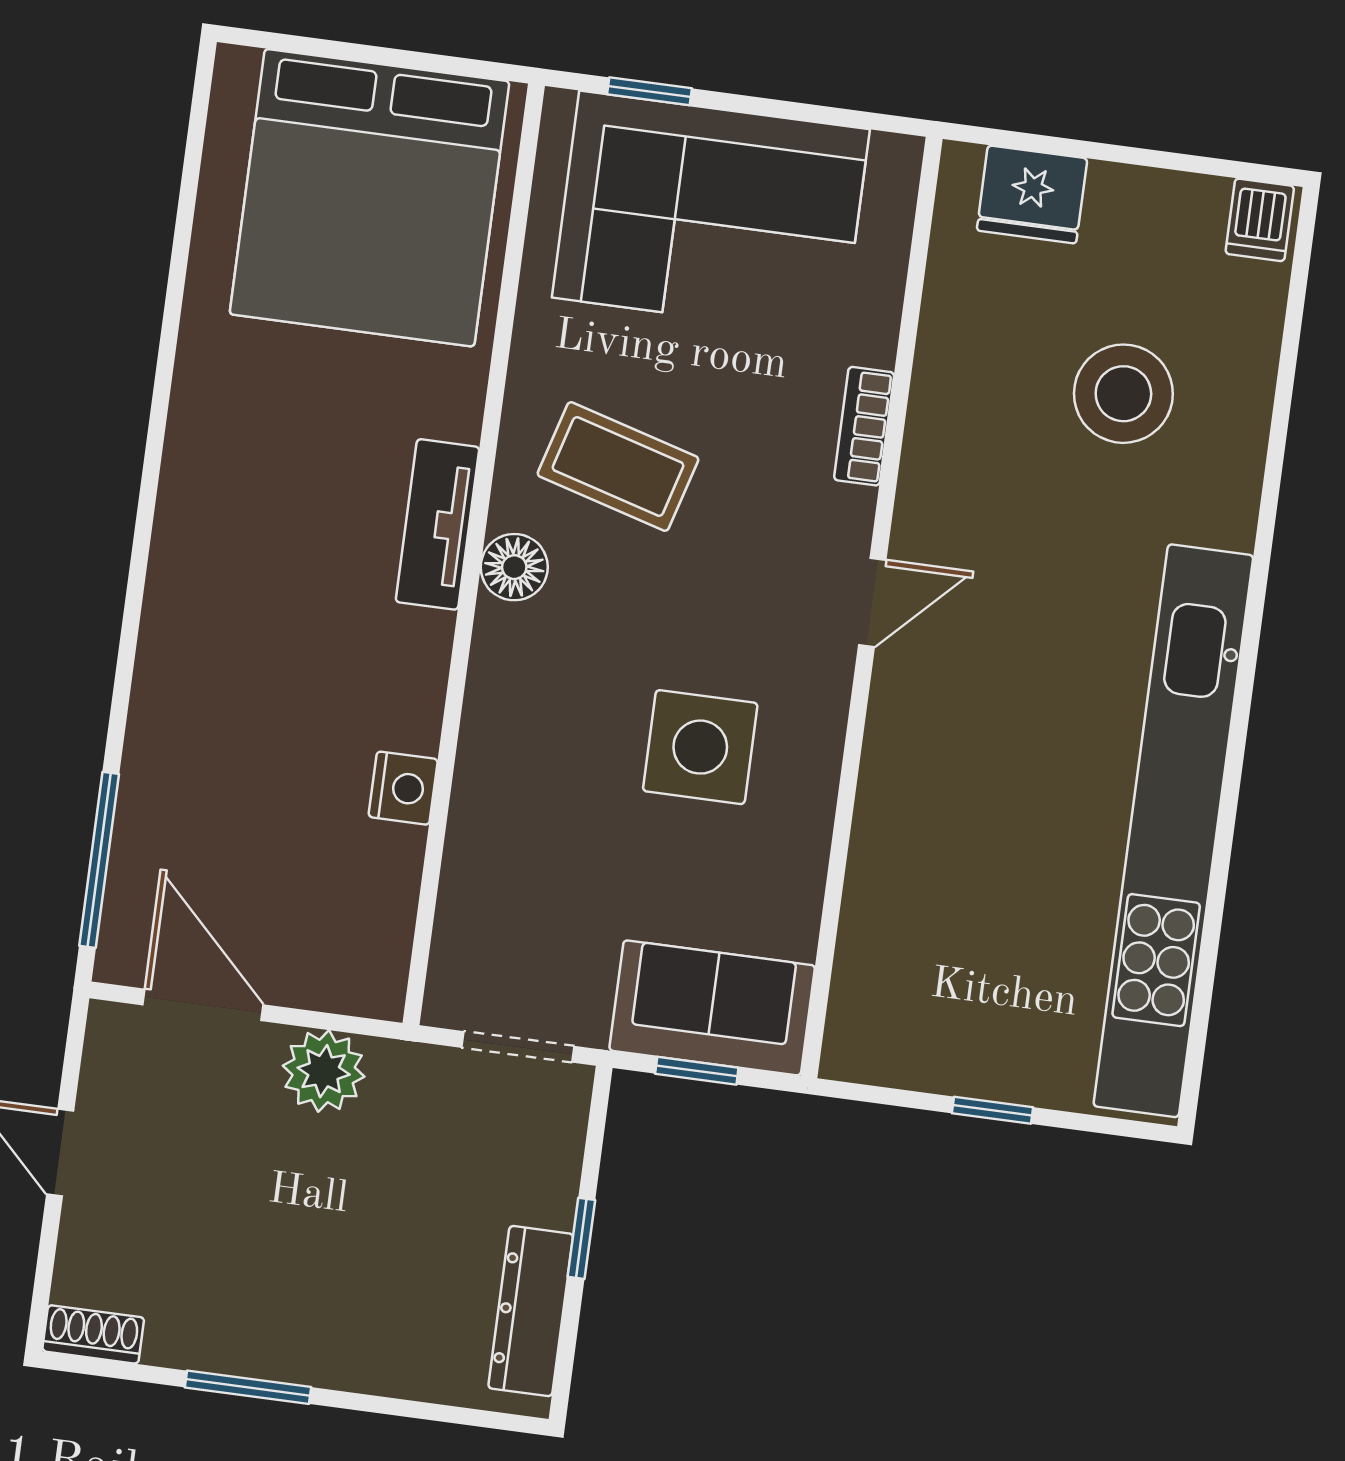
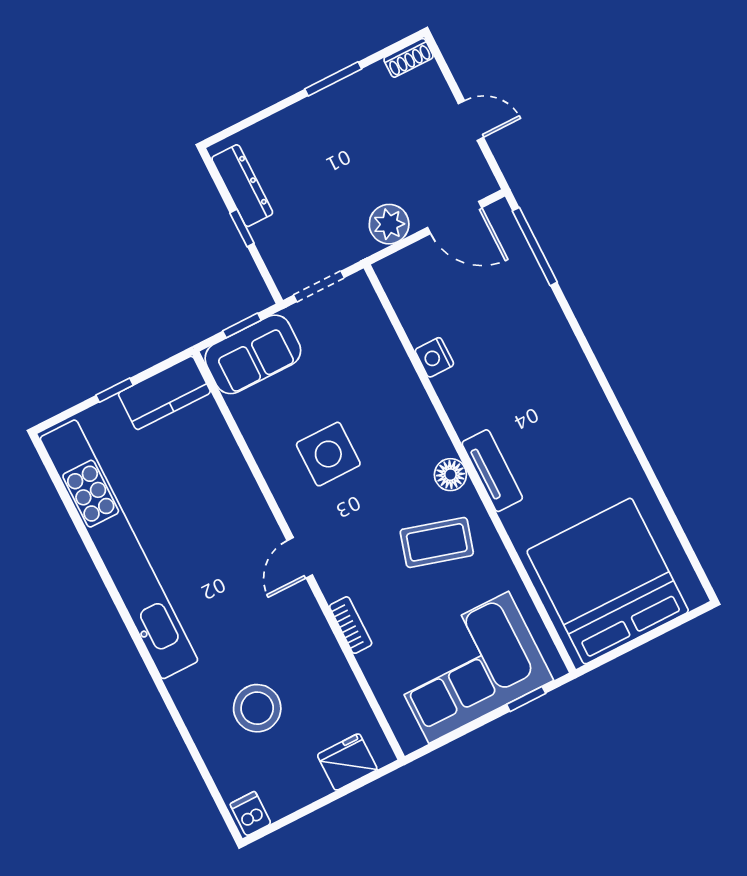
kitchen counter: (910, 1046) -> (164, 393), added

